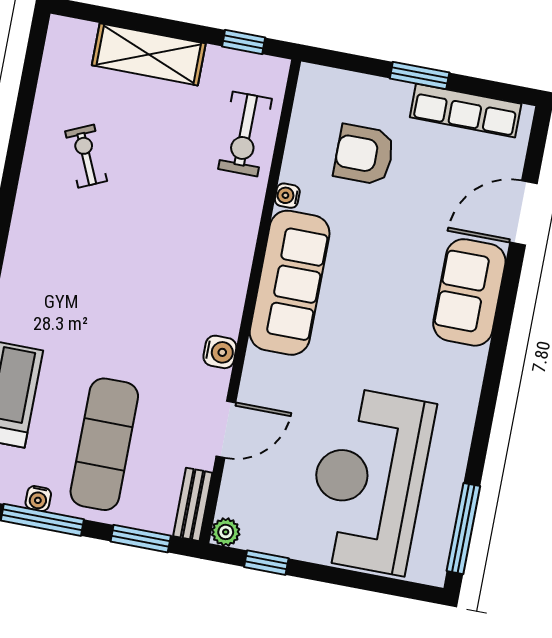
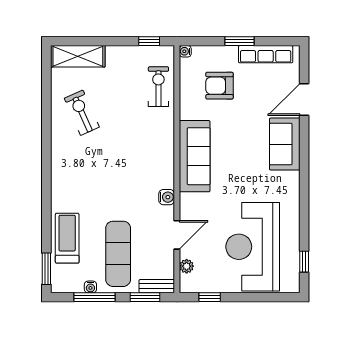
shelving: (149, 54) -> (78, 56), moved
exercise bike: (245, 134) -> (158, 87), turned 180
exercise bike: (86, 156) -> (82, 113), width x1.38, depth x1.39
water cooler: (287, 196) -> (185, 51), moved
bench: (193, 504) -> (157, 286), moved, turned 90
window: (463, 529) -> (304, 262), width x0.46
plant: (226, 532) -> (187, 266), moved

